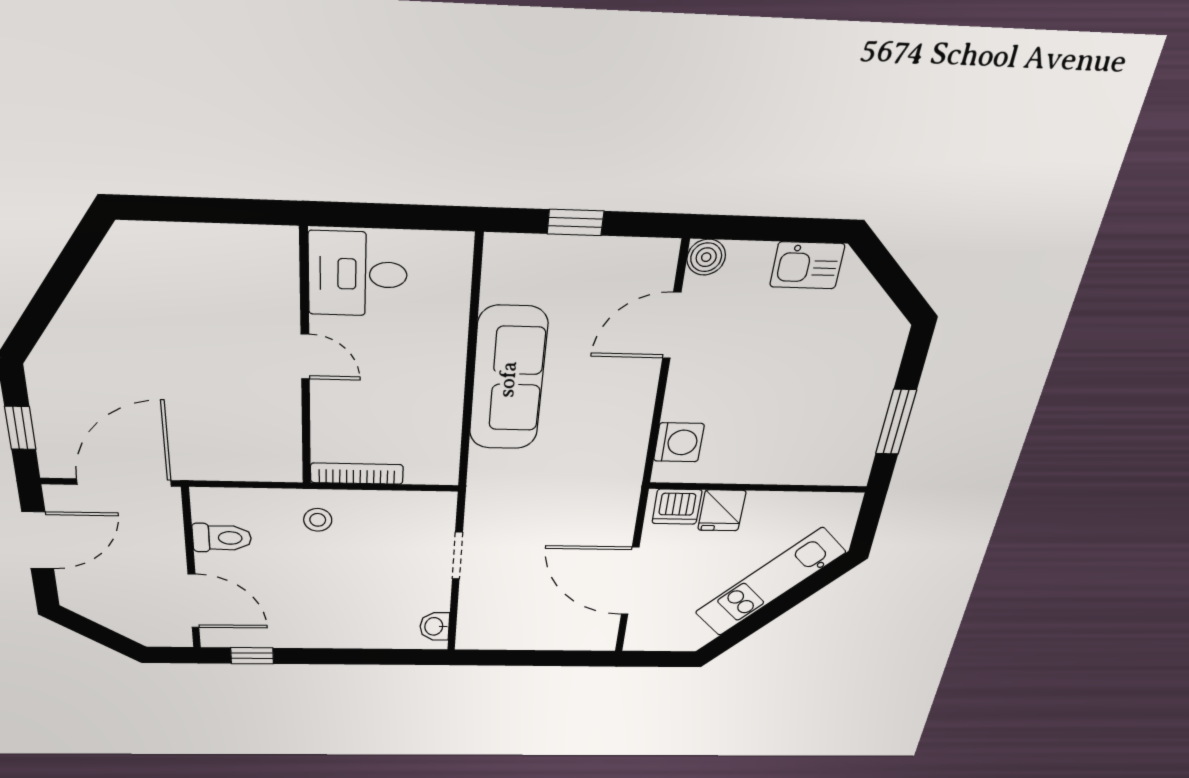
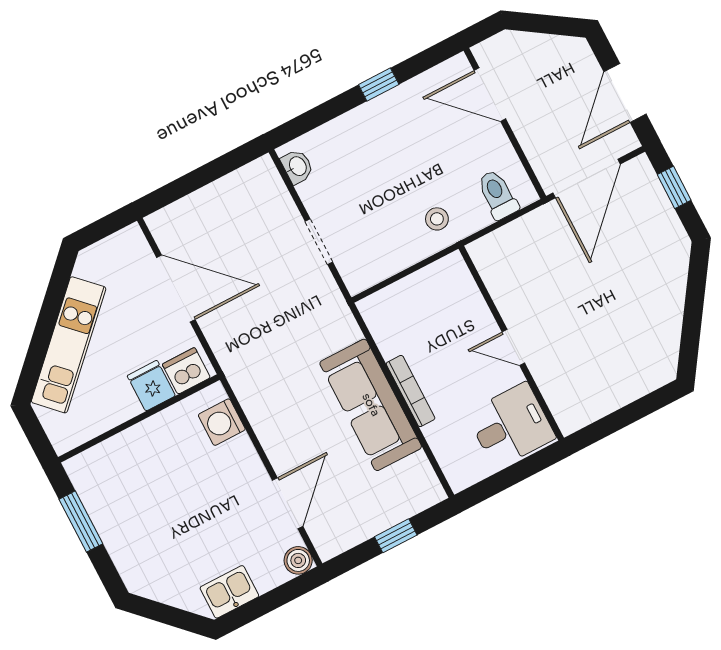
bookcase: (357, 474) -> (411, 391), moved, turned -90
toilet: (222, 538) -> (498, 195), moved, turned 90
window: (252, 656) -> (379, 84), moved

